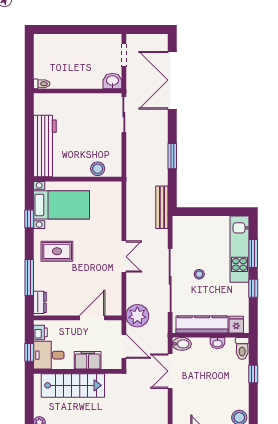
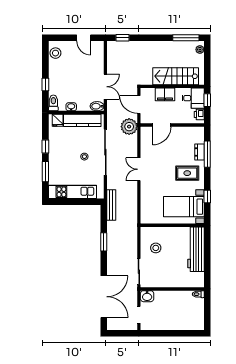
stool: (98, 169) -> (156, 248), moved
kitchen unit: (240, 249) -> (72, 192), moved, turned -90
dresser: (40, 302) -> (200, 152), moved

